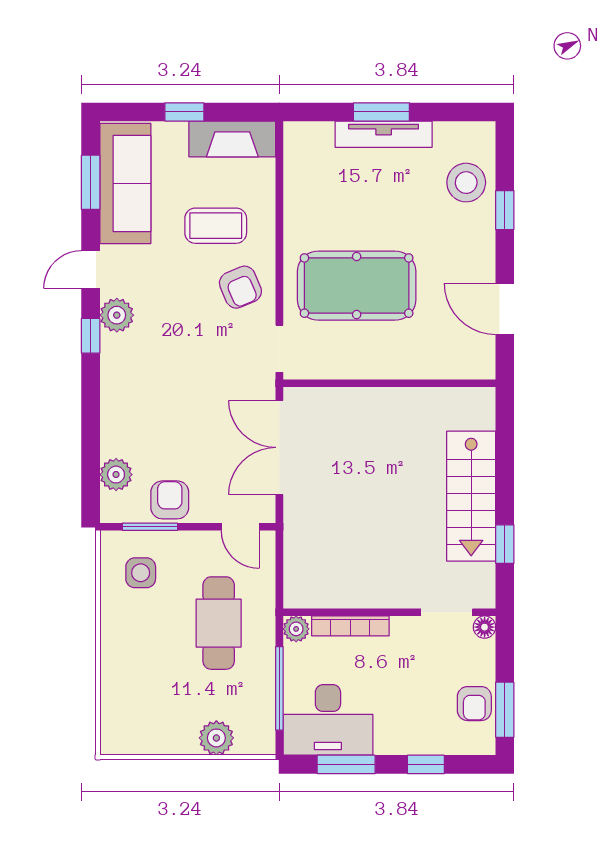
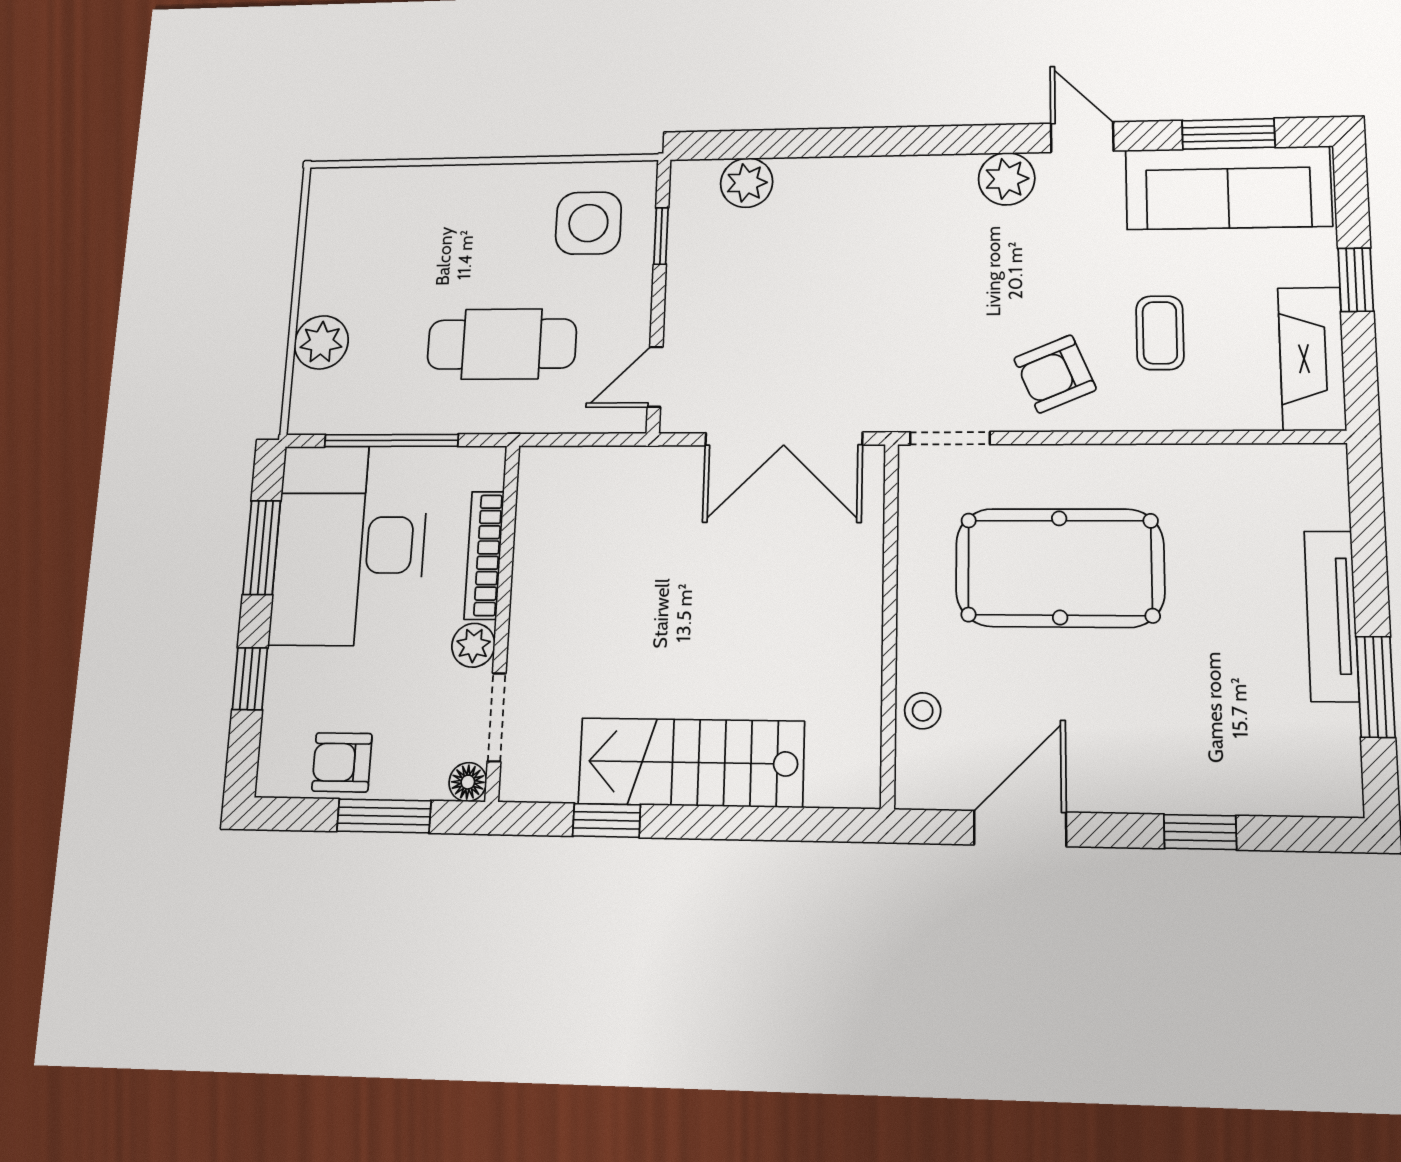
window: (381, 112) -> (1376, 687), moved
stool: (466, 183) -> (923, 711), moved, width x0.53, depth x0.53
coffee table: (216, 226) -> (1160, 333), width x0.73, depth x0.77
pool table: (357, 286) -> (1060, 568), turned 90
window: (91, 336) -> (972, 139), removed
double door: (279, 447) -> (784, 439), swing flipped
armchair: (170, 500) -> (703, 266), removed
window: (150, 527) -> (661, 236), width x0.67
side table: (141, 573) -> (588, 223), width x1.37, depth x1.37
plant: (296, 629) -> (473, 645), moved
window: (505, 710) -> (384, 816), moved
desk: (328, 720) -> (350, 545), width x1.36, depth x1.30

